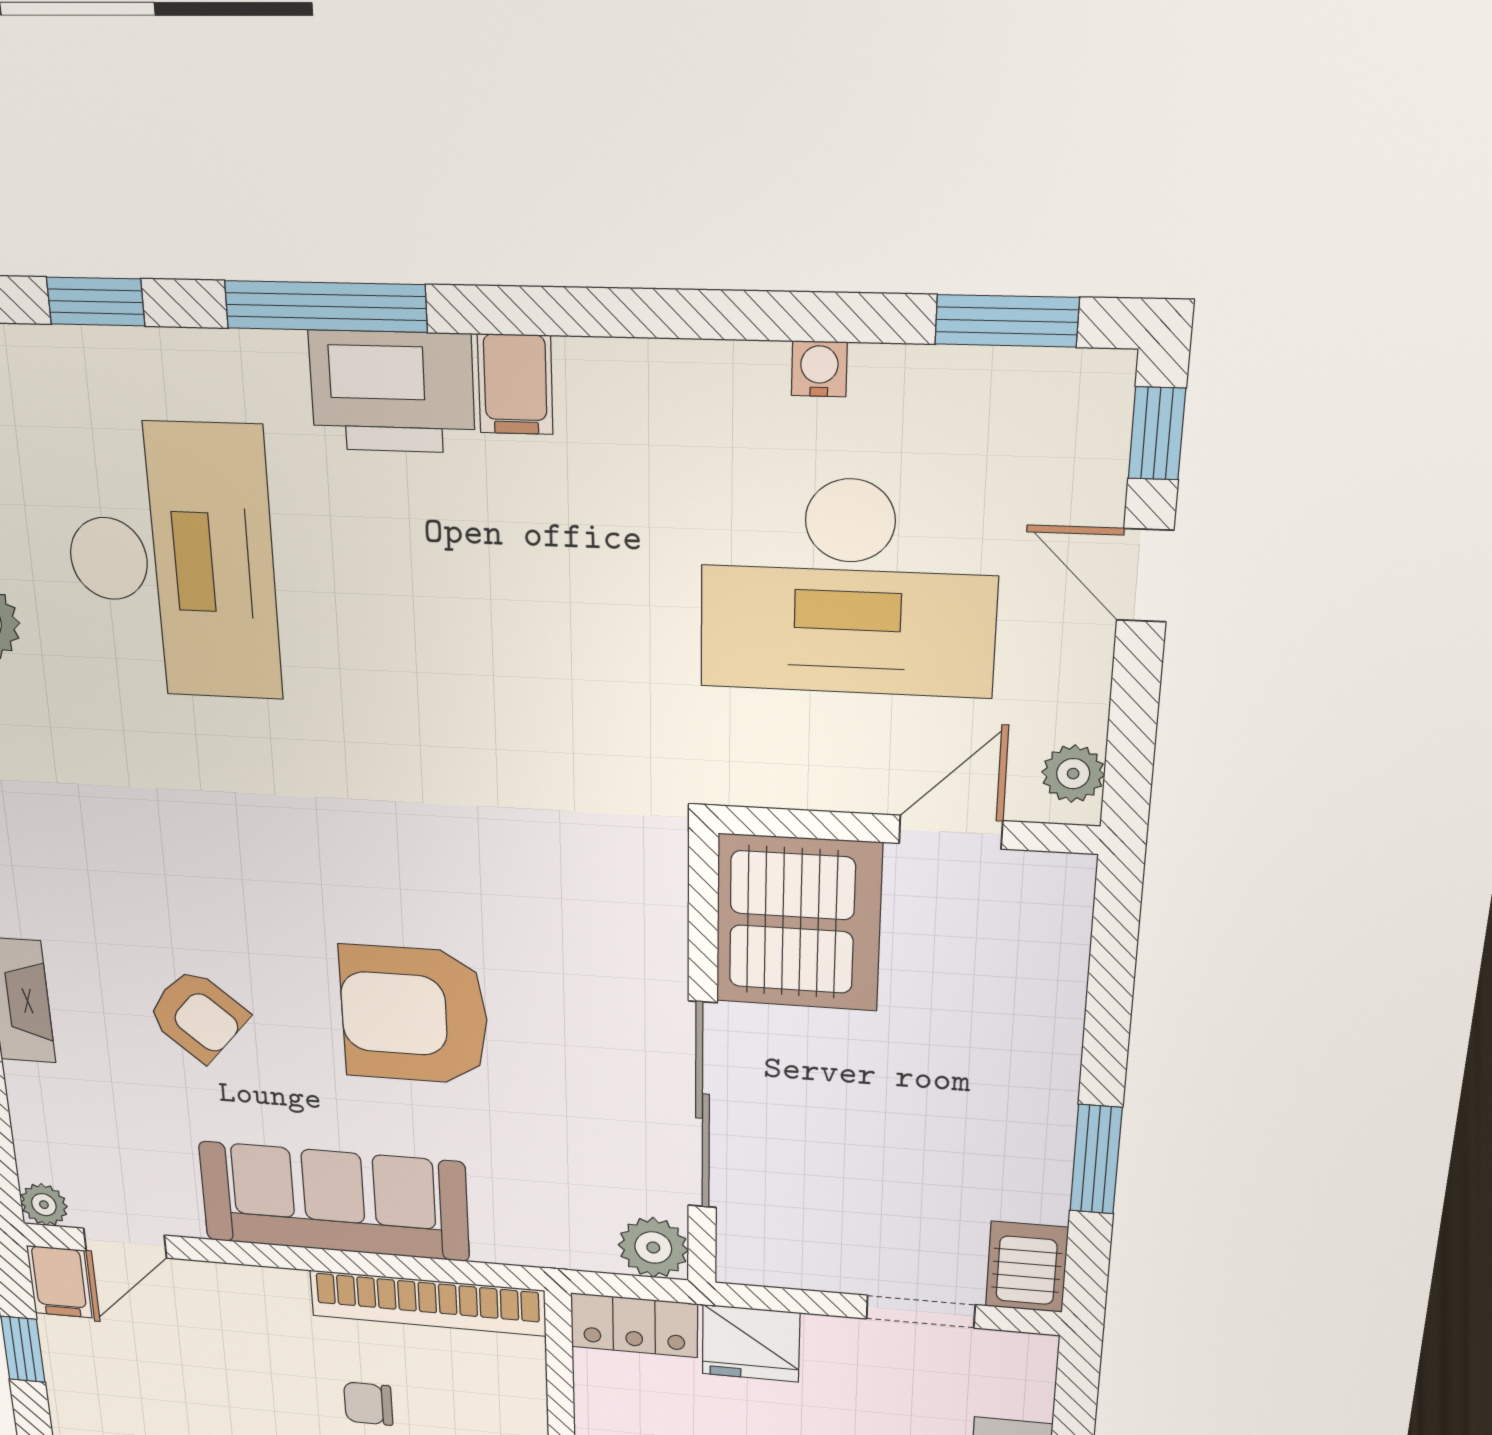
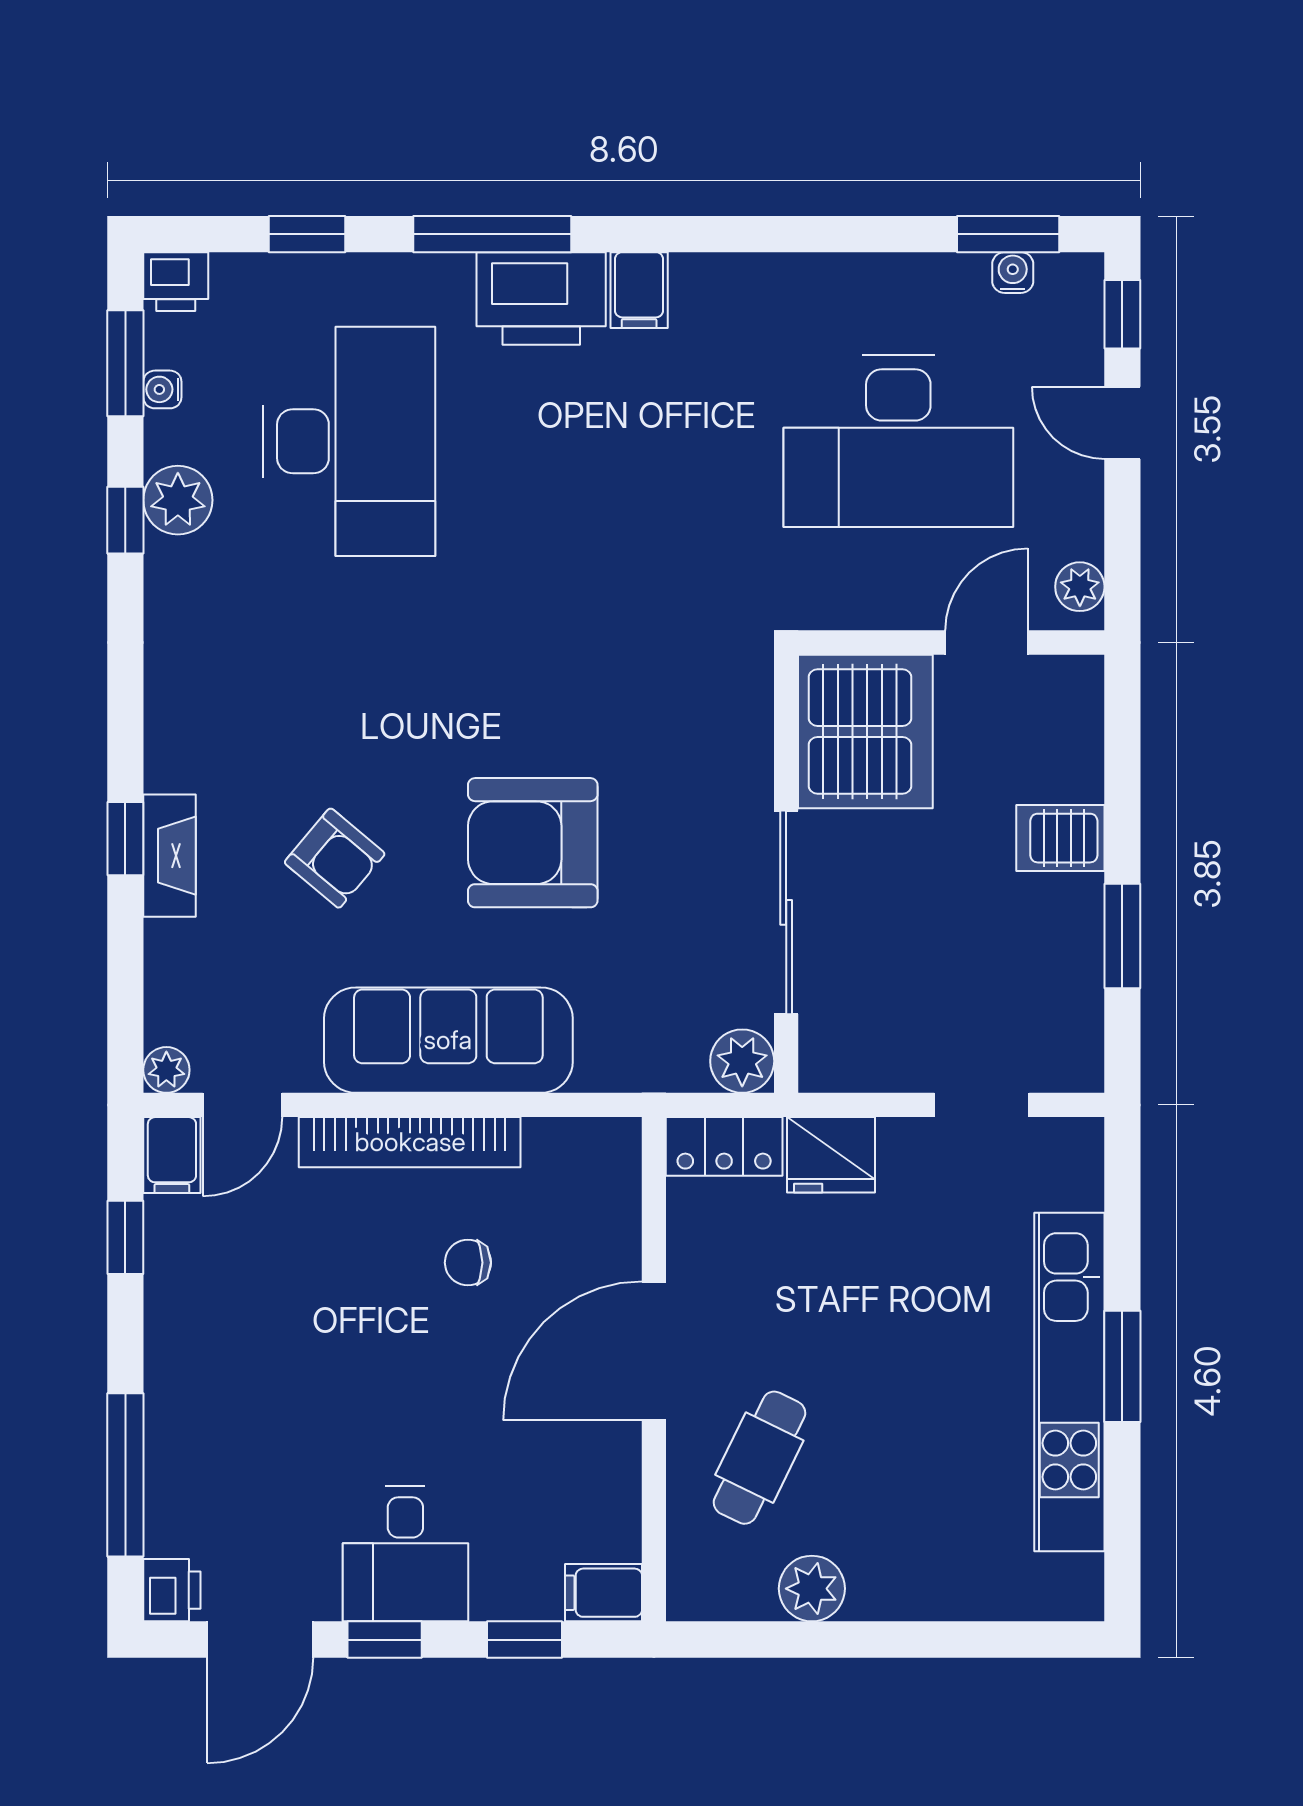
water cooler: (819, 369) -> (1013, 273), moved
server rack: (1027, 1267) -> (1060, 838), moved, turned -90
bookcase: (428, 1303) -> (410, 1142), moved

